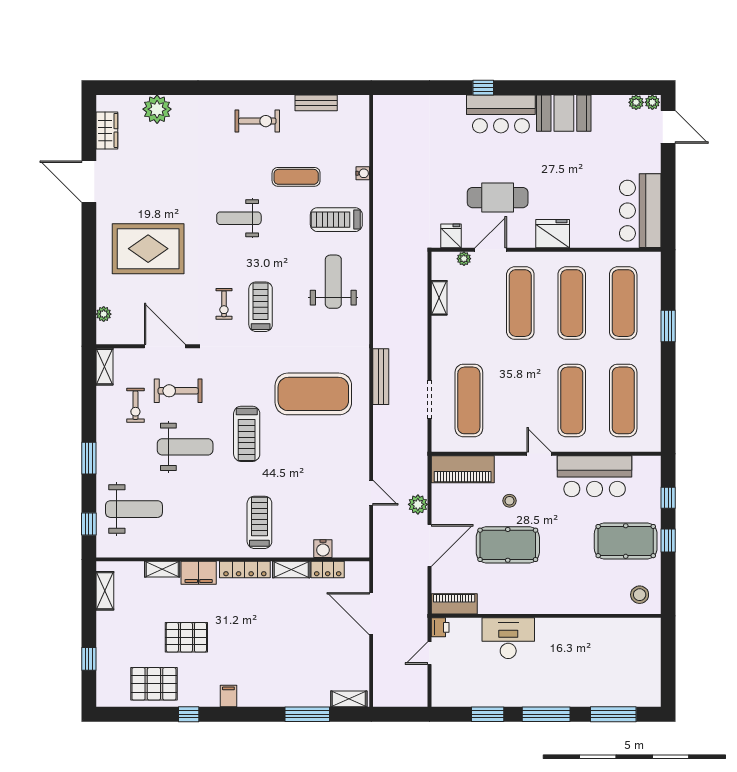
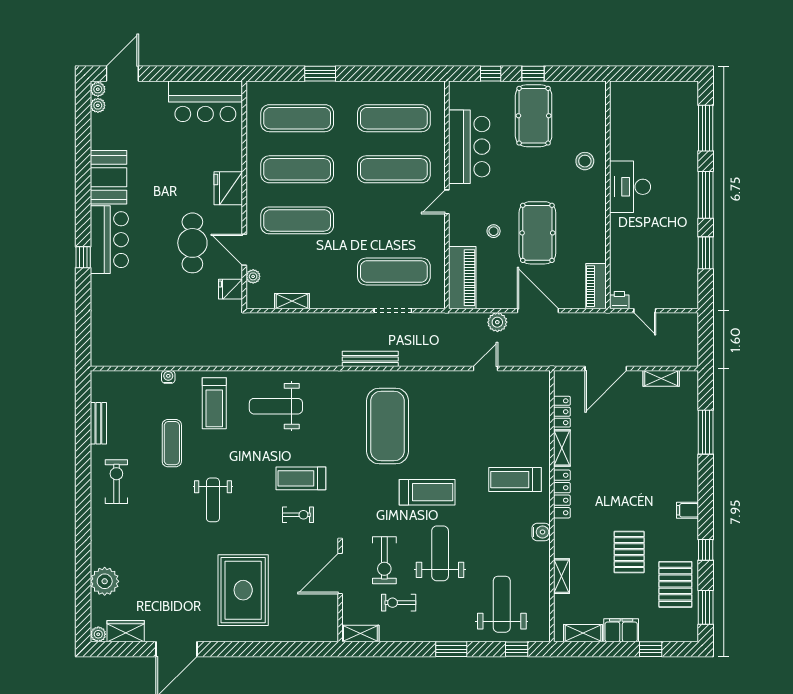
plant: (104, 314) -> (98, 634), moved
exercise bike: (135, 405) -> (399, 603), turned 180
water cooler: (323, 549) -> (541, 532), moved
filing cabinet: (199, 573) -> (621, 630), moved, turned -90
stool: (640, 595) -> (585, 161), moved
desk: (508, 638) -> (630, 187), moved
shelving: (349, 699) -> (661, 378), moved, turned 90
window: (131, 714) -> (706, 607), added

